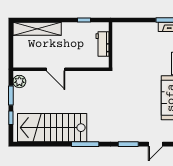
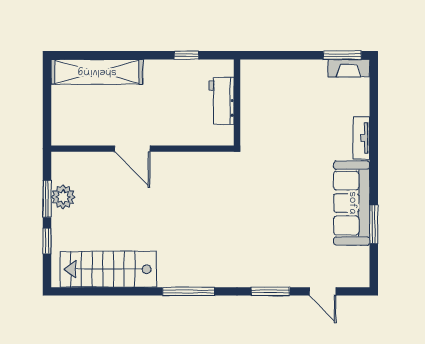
plant: (19, 81) -> (63, 197), moved
stairs: (52, 128) -> (108, 269), width x0.73, depth x0.66
door: (155, 144) -> (322, 291), hinge flipped

